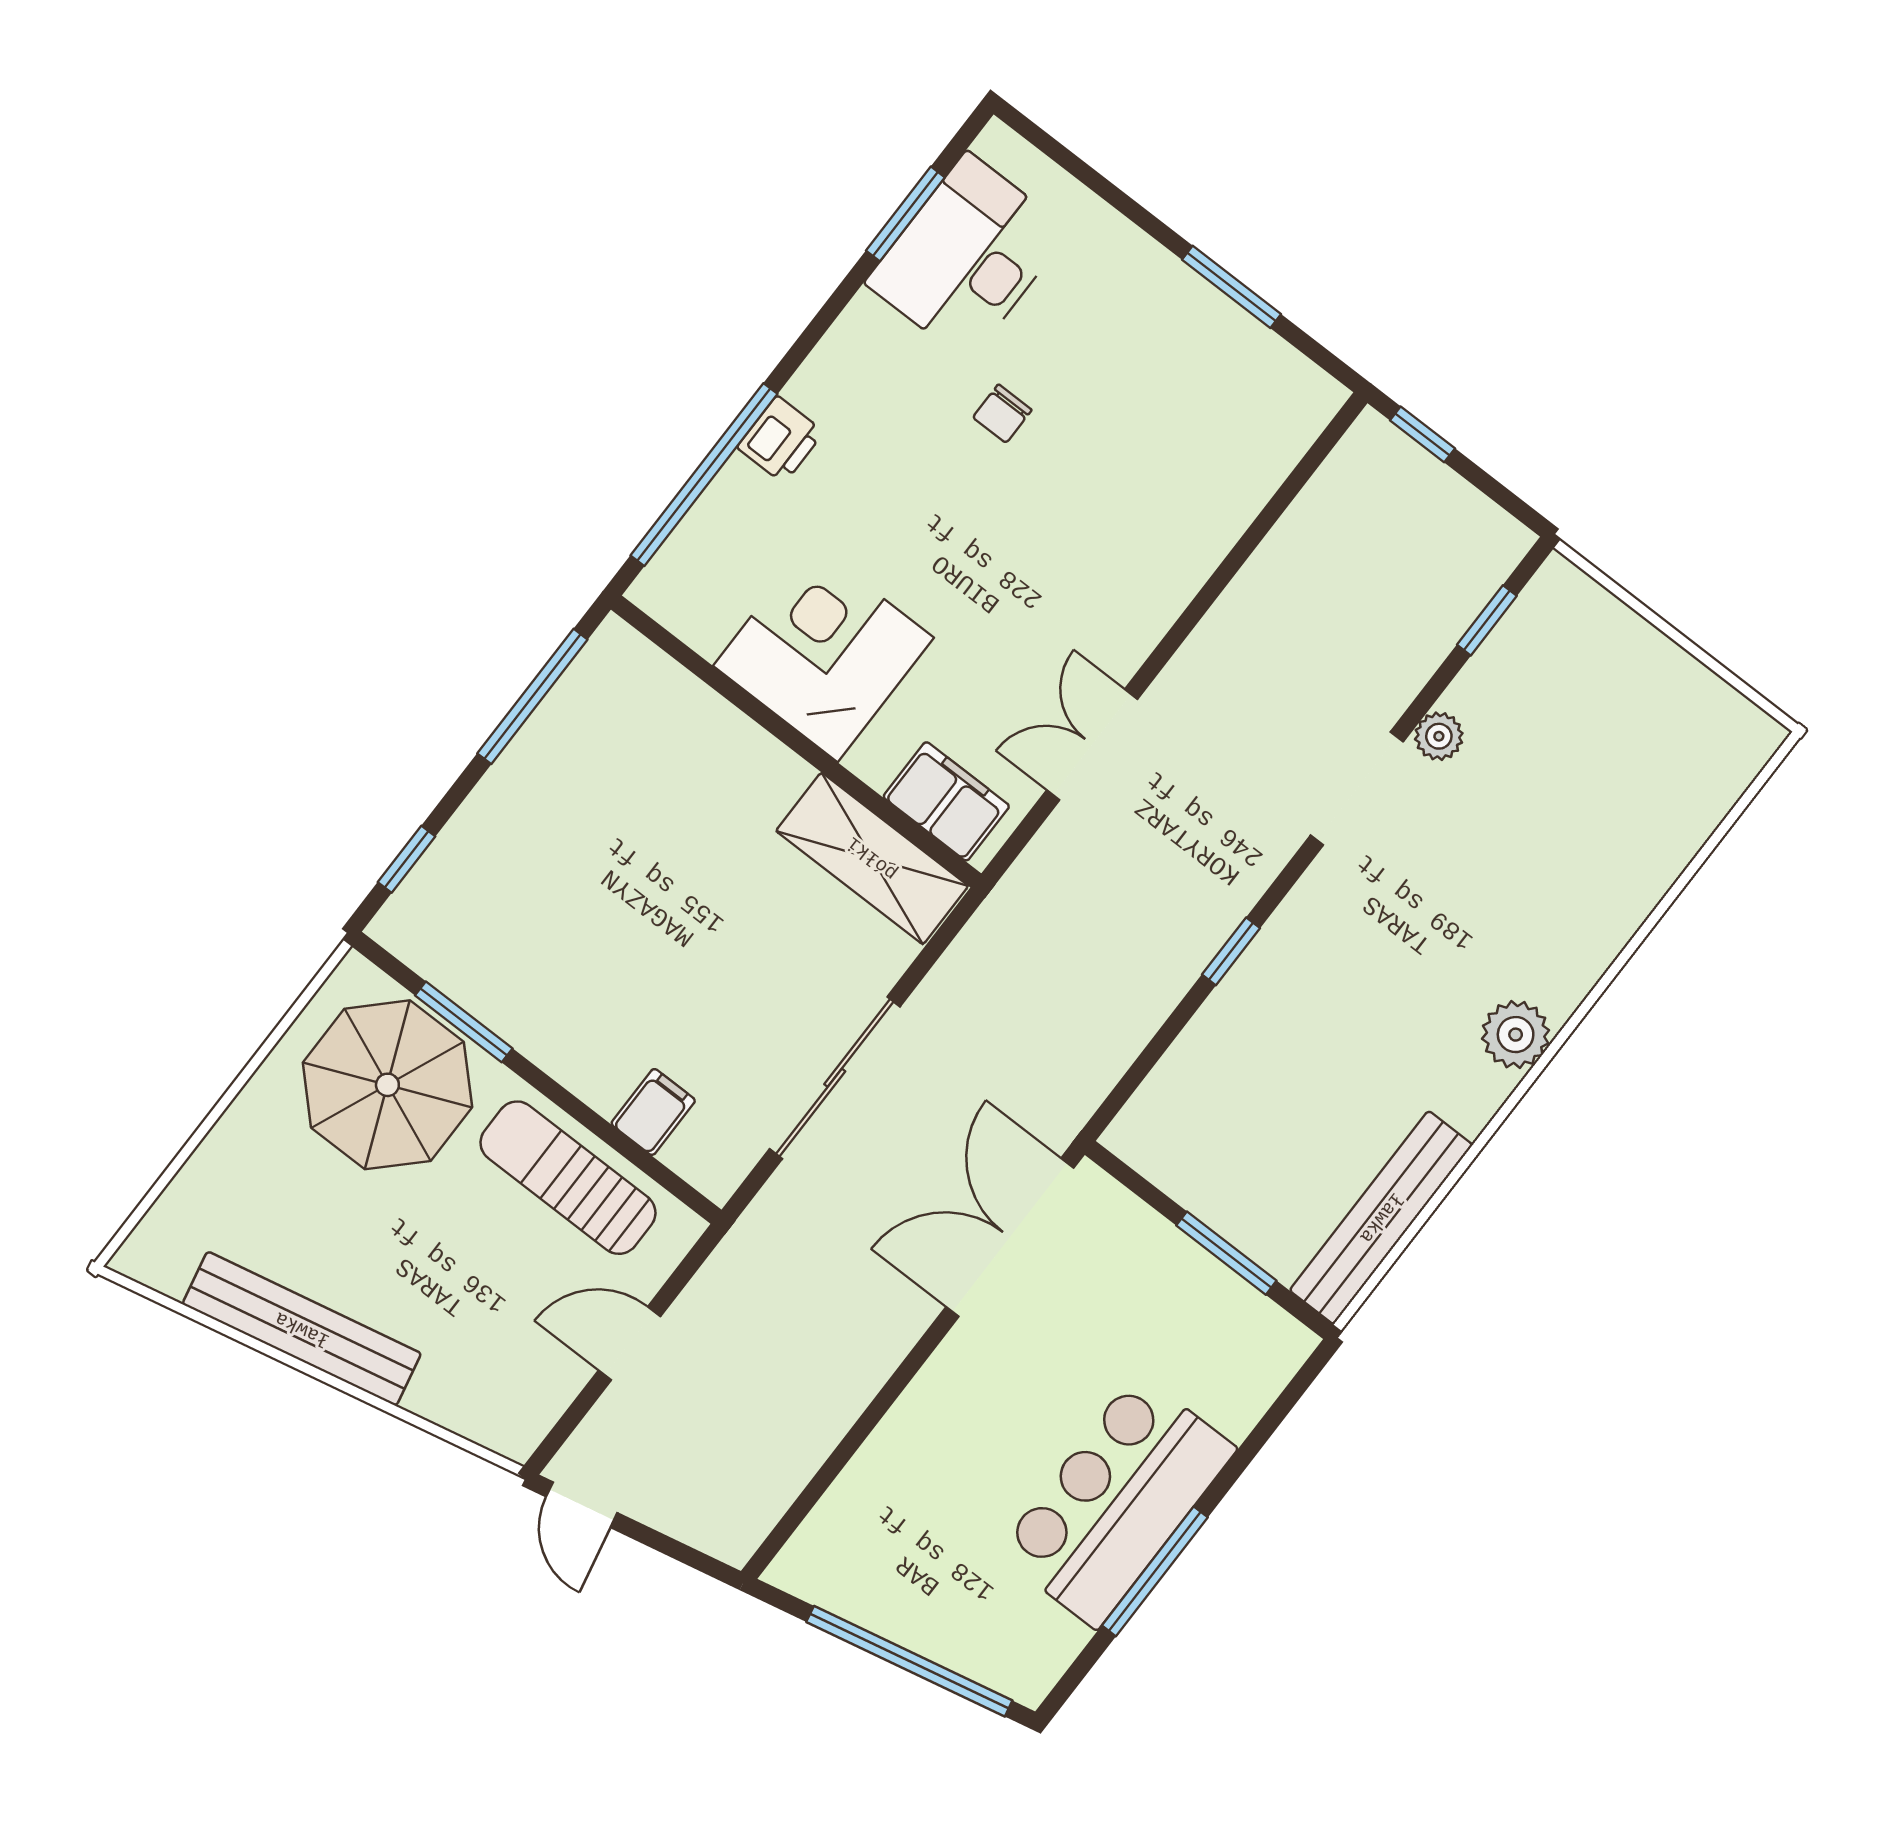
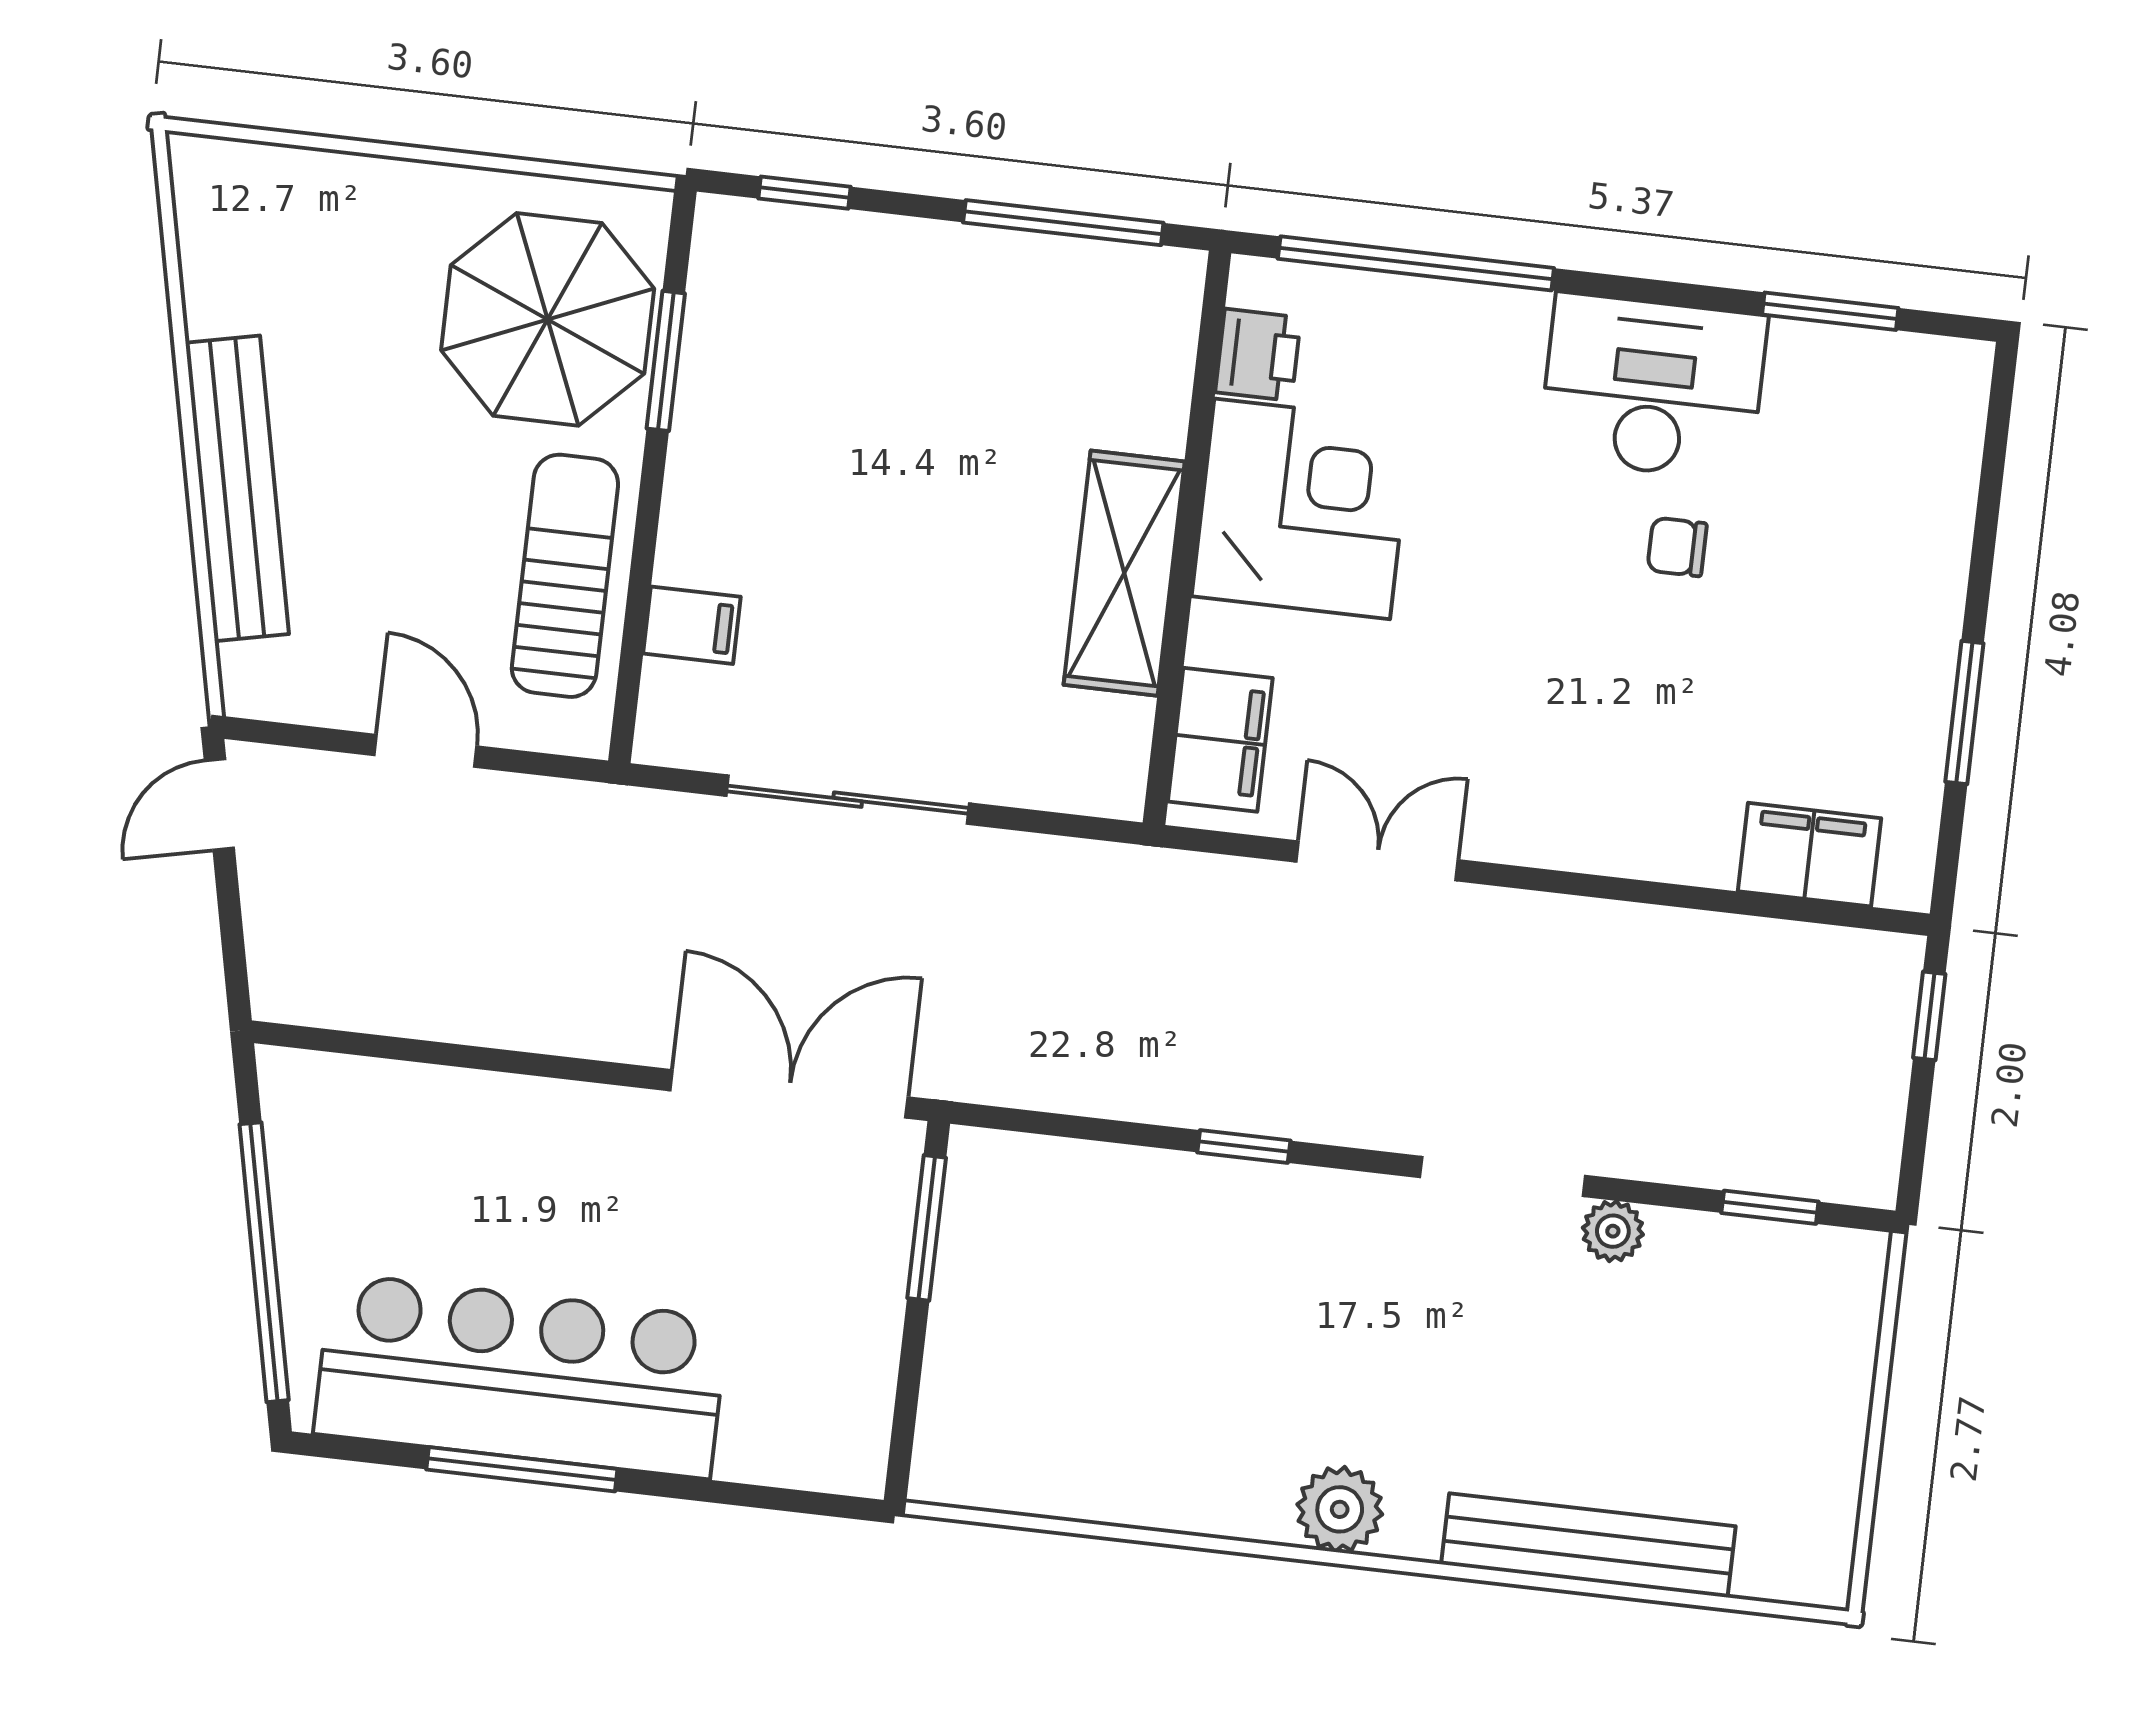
desk: (967, 257) -> (1653, 387), moved
printer: (780, 440) -> (1258, 355), moved, turned -90
filing cabinet: (1264, 450) -> (1810, 855), added
shelving: (872, 858) -> (1124, 573), moved
bench: (1381, 1218) -> (1588, 1545), moved
window: (1226, 1253) -> (927, 1228), moved
bench: (302, 1329) -> (237, 488), moved
bar counter: (1117, 1501) -> (521, 1376), width x1.36

